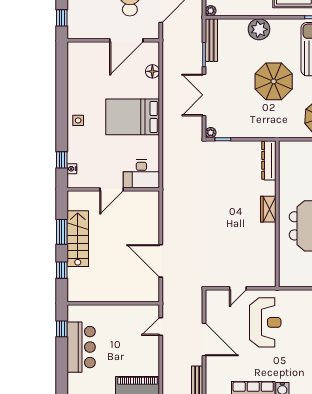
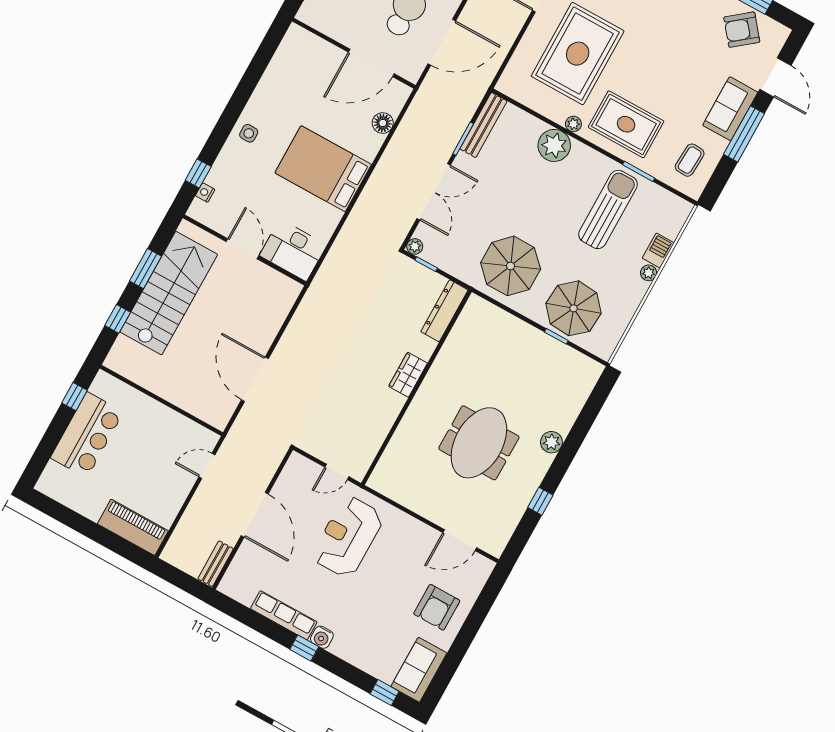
plant: (211, 11) -> (573, 124), moved
parasol: (274, 81) -> (511, 266), moved
double door: (204, 95) -> (434, 192), swing flipped
dresser: (269, 160) -> (444, 311), moved
door: (112, 189) -> (242, 249), swing flipped
wardrobe: (268, 209) -> (408, 375), moved
wall: (277, 214) -> (416, 387), moved
stairs: (78, 239) -> (169, 293), width x1.36, depth x1.51
reception desk: (265, 322) -> (348, 537), turned 180

